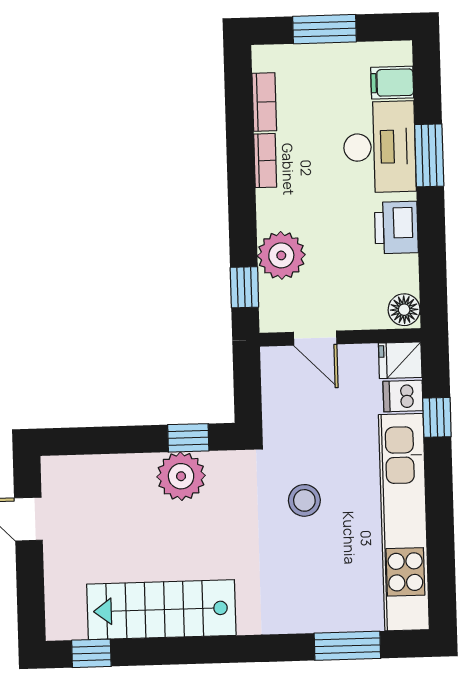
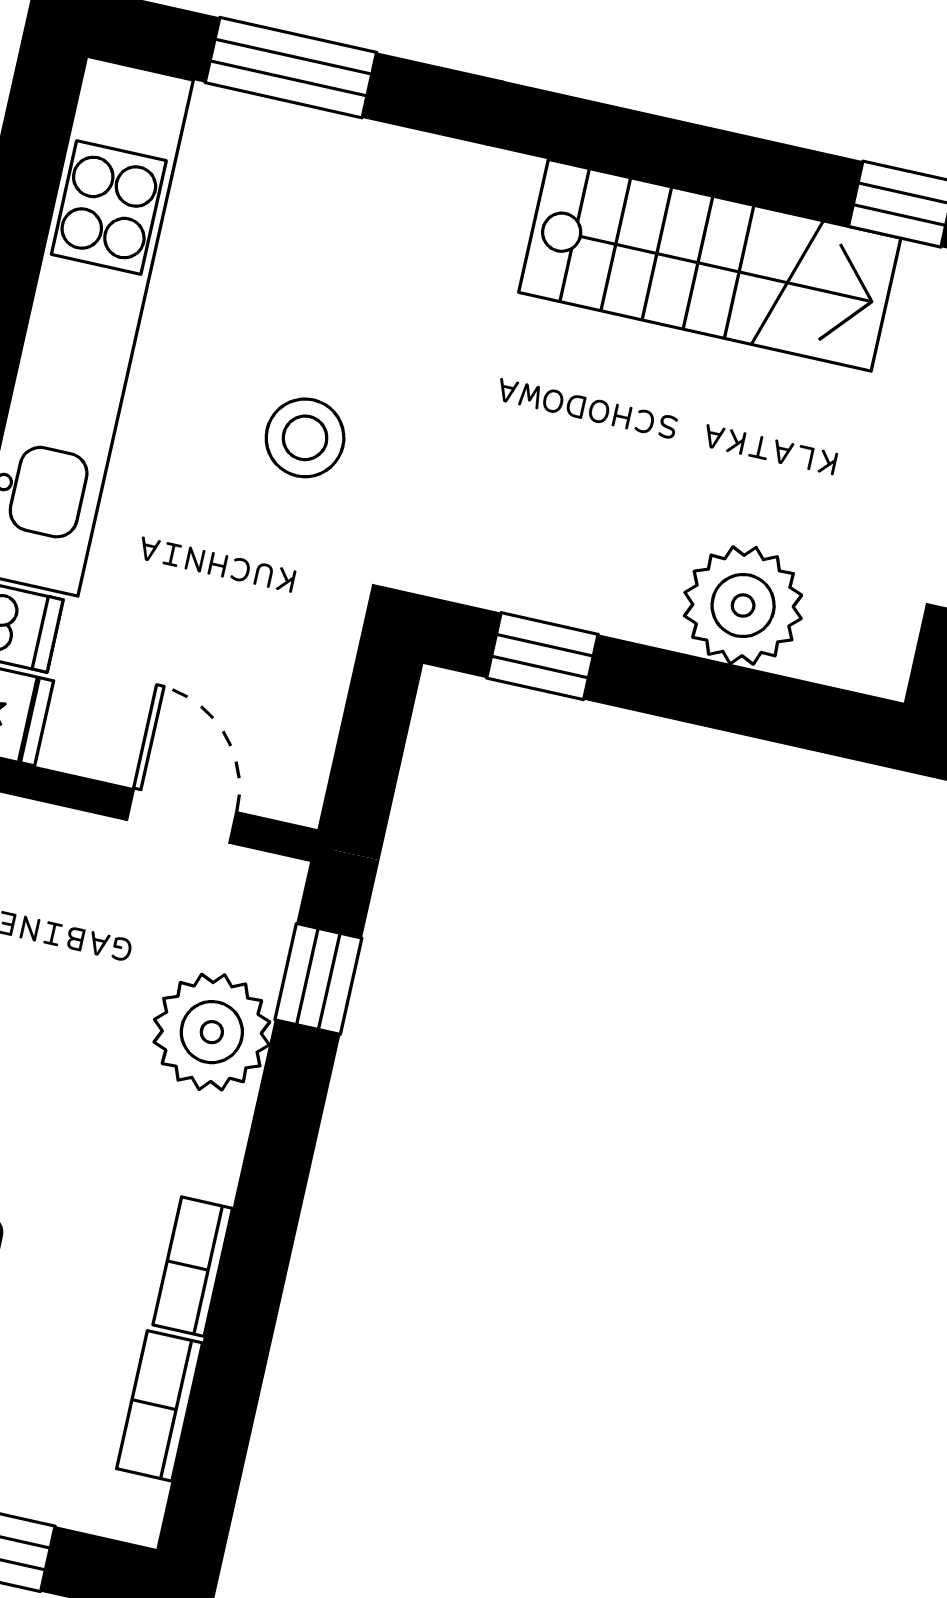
plant: (181, 476) -> (743, 606), moved

